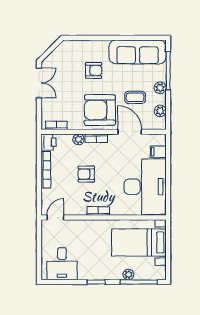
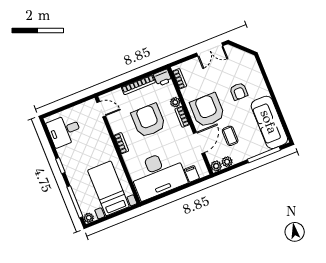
plant: (160, 88) -> (216, 166), moved
armchair: (86, 174) -> (148, 121), width x1.88, depth x1.88
plant: (128, 275) -> (89, 218), moved

